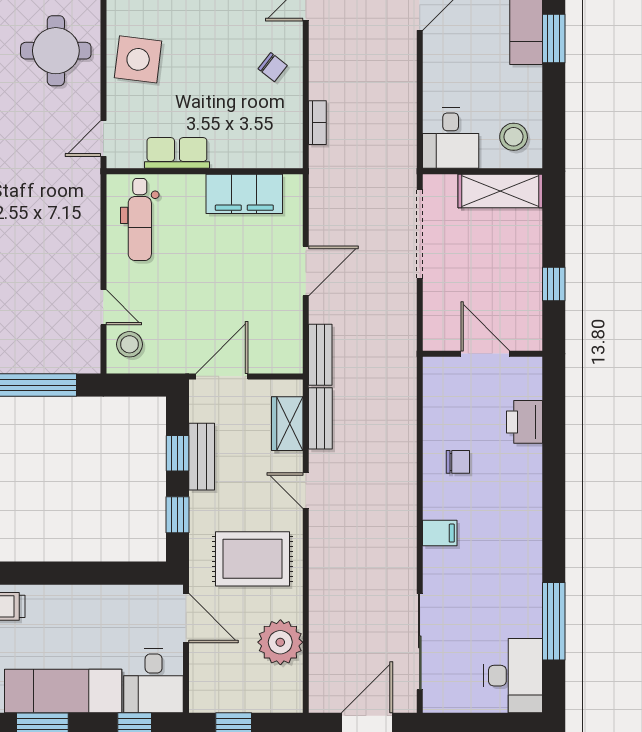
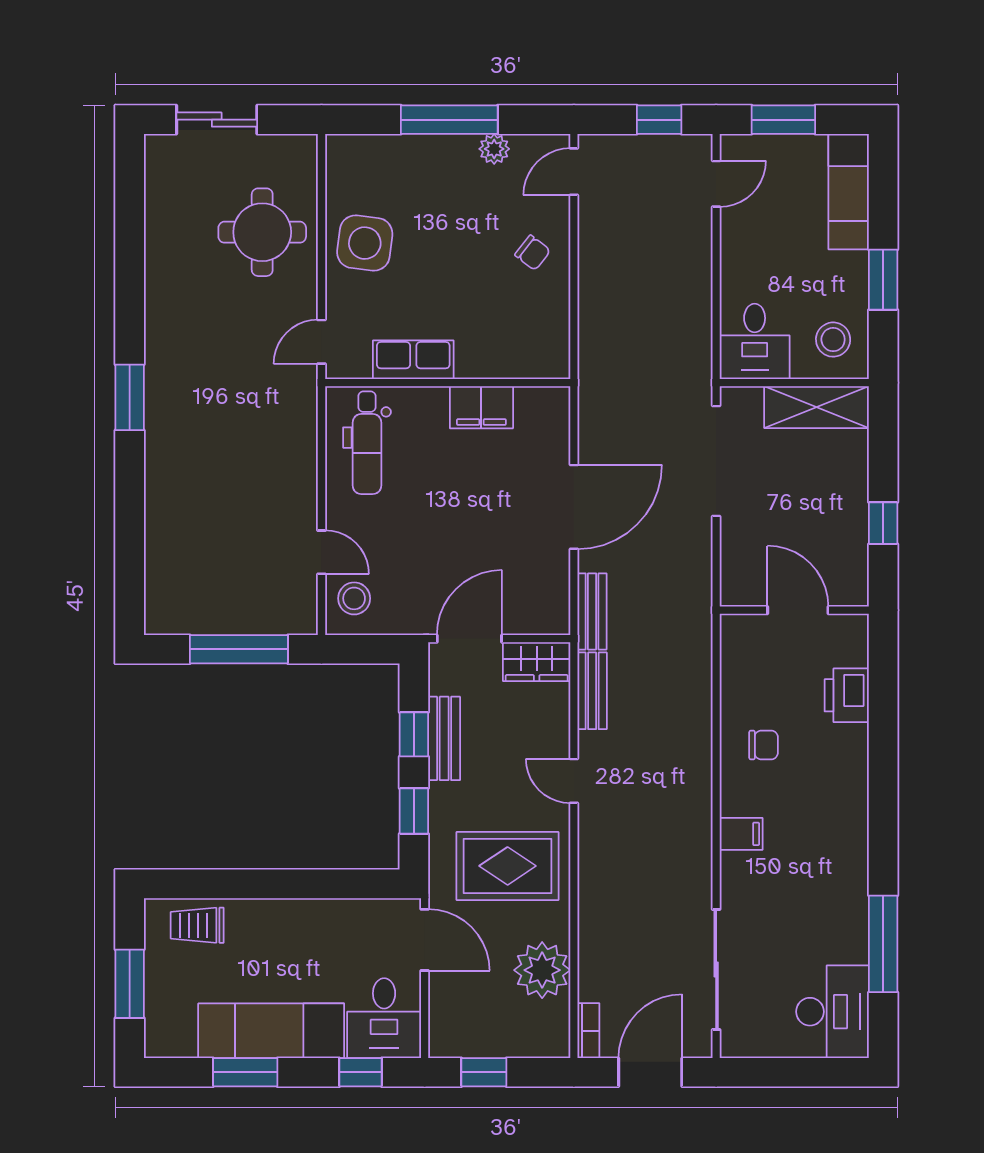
window: (554, 39) -> (883, 280), moved
bookcase: (317, 123) -> (588, 1031), moved
filing cabinet: (244, 194) -> (481, 407), width x0.67, depth x0.86
door: (306, 271) -> (574, 507), width x1.36
wardrobe: (287, 424) -> (537, 662), moved, turned -90

